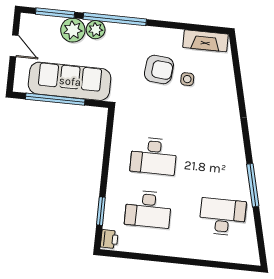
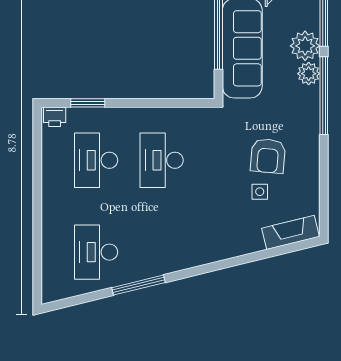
fireplace: (205, 41) -> (290, 232), moved, turned 76
desk: (223, 217) -> (96, 252), turned 180

